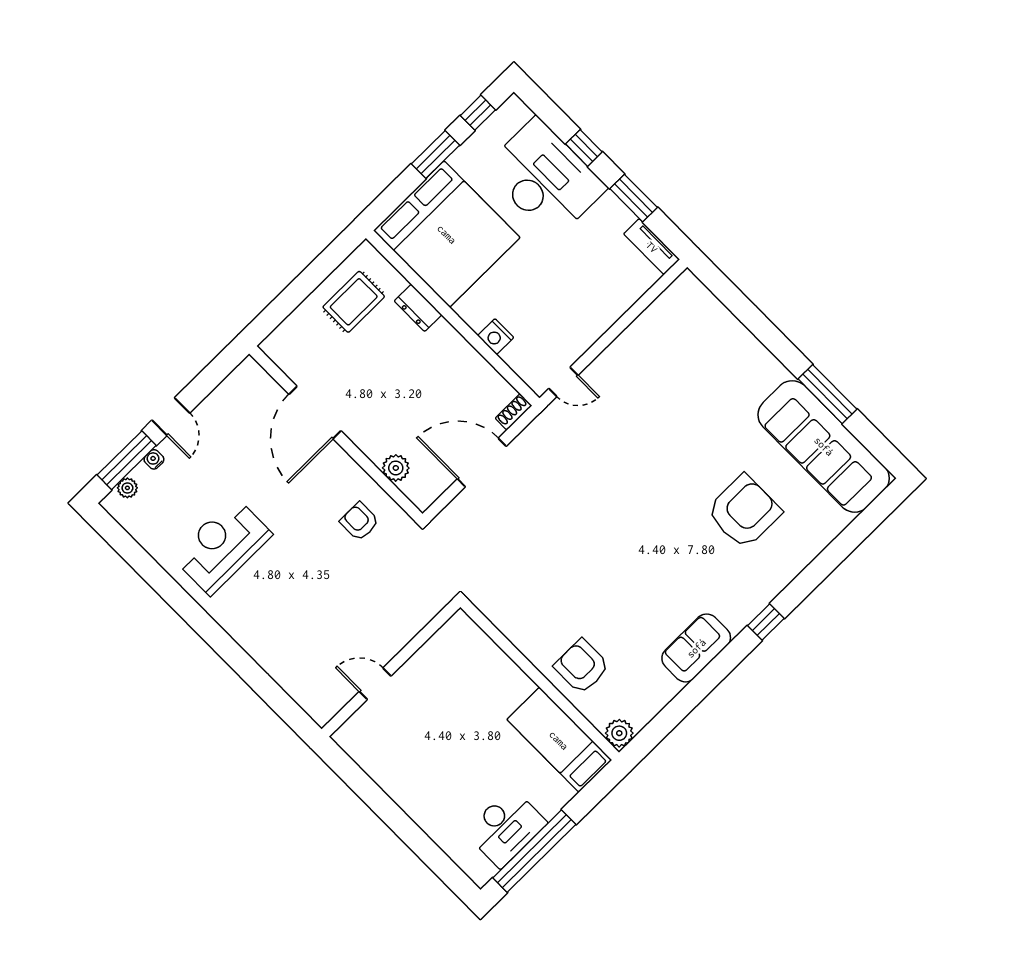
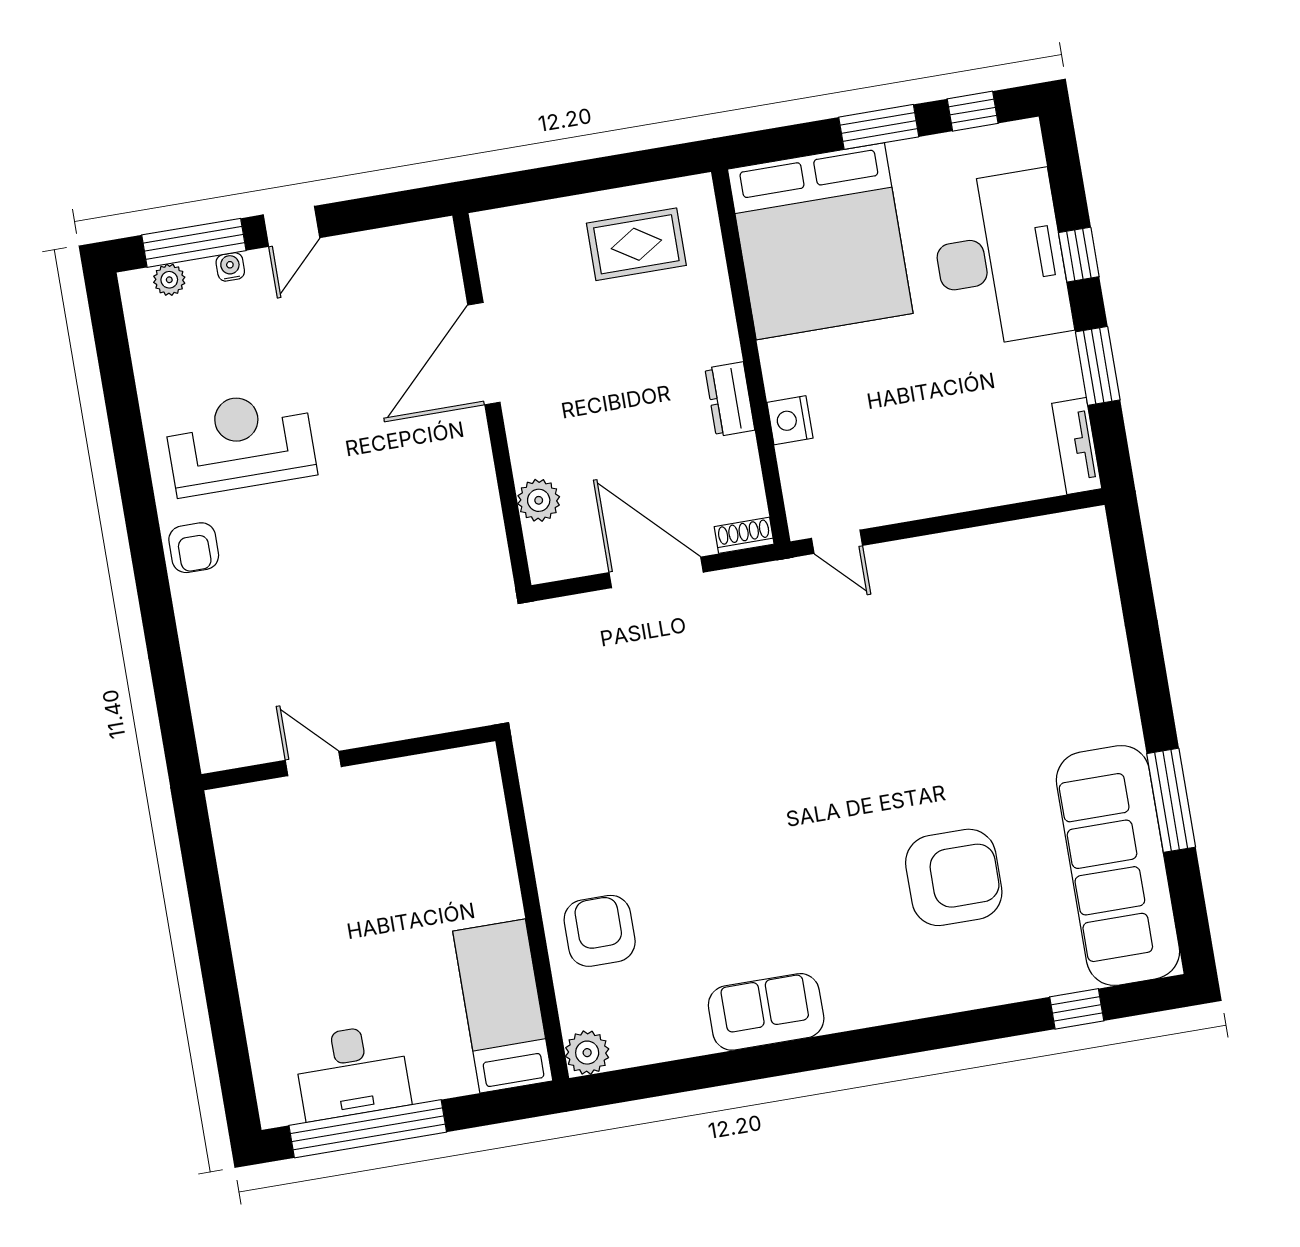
dresser: (418, 308) -> (730, 399), moved
armchair: (359, 522) -> (194, 548), moved, turned 180
window: (766, 622) -> (1077, 1009), moved

